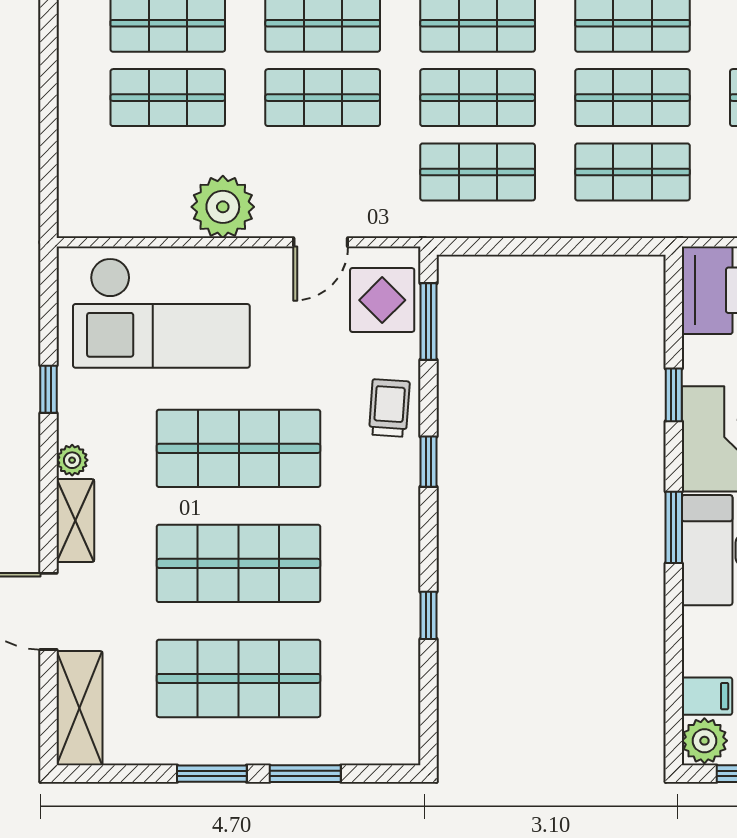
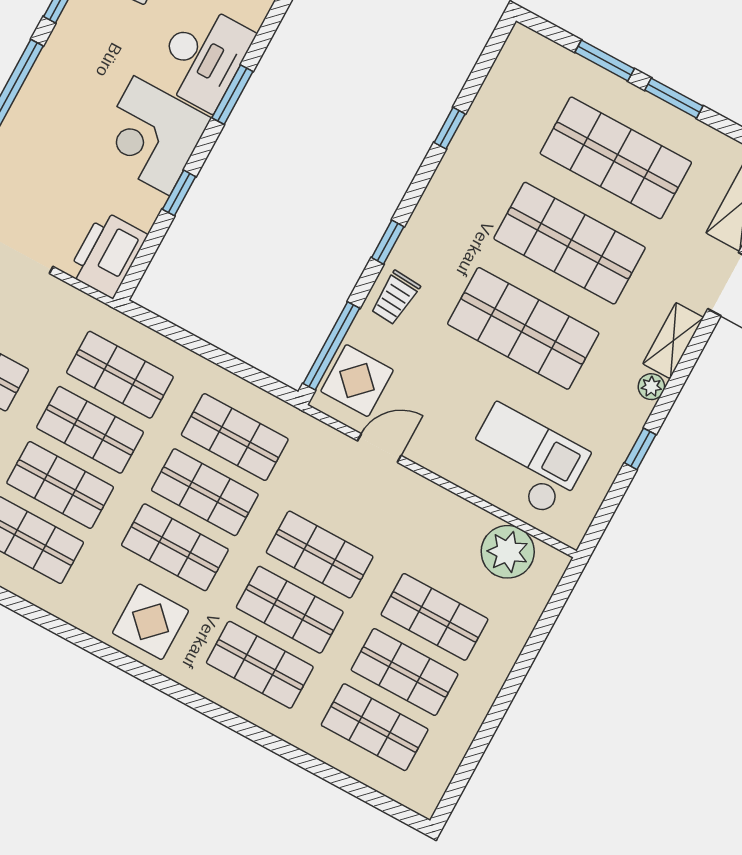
plant: (223, 207) -> (508, 552), moved
checkout: (161, 313) -> (526, 460), width x0.73, depth x0.83
window: (429, 322) -> (331, 346), width x1.44

